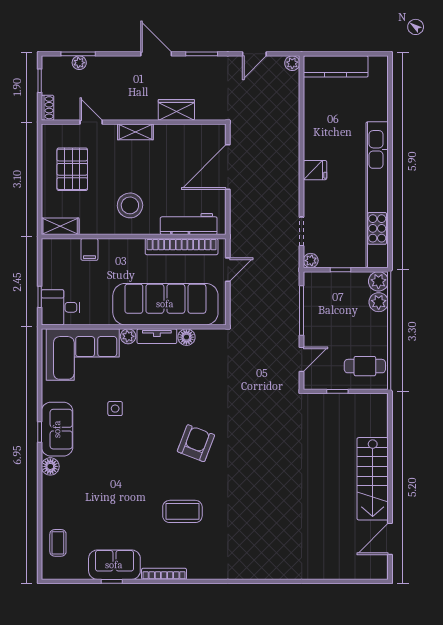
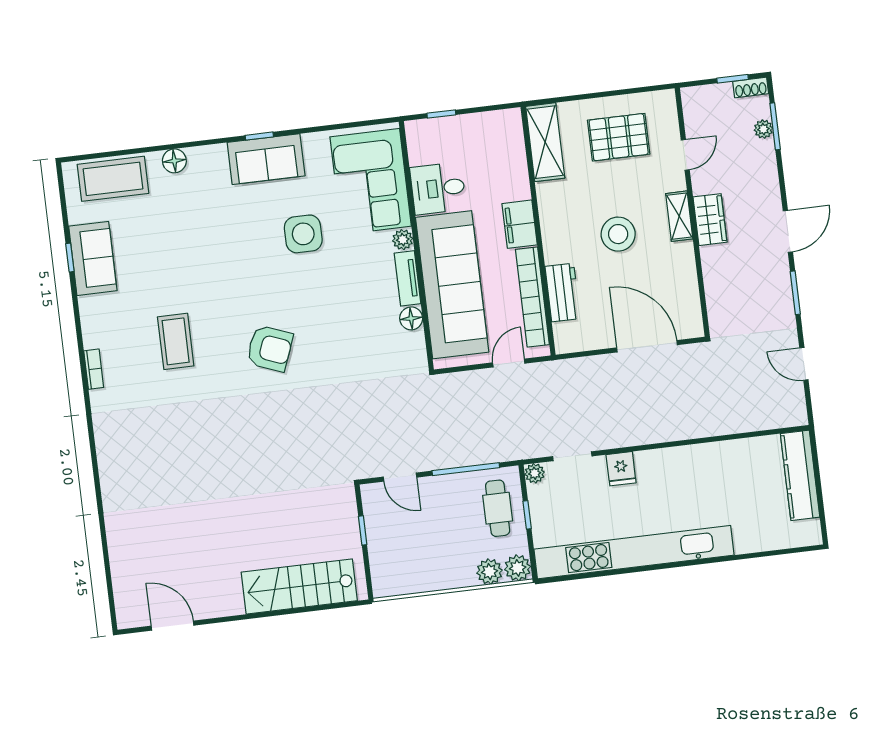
plant: (292, 63) -> (797, 416), removed
shoe rack: (48, 108) -> (751, 87), moved
wardrobe: (176, 110) -> (710, 220), moved
fridge: (315, 170) -> (621, 469), moved
stool: (130, 205) -> (618, 234), moved
workbench: (189, 224) -> (563, 292), width x0.73
shelving: (60, 226) -> (545, 142), width x1.50, depth x1.33
filing cabinet: (89, 249) -> (520, 224), moved, width x2.00
door: (228, 270) -> (509, 363), swing flipped
desk: (61, 307) -> (438, 188), moved, turned -90
cafe table: (365, 366) -> (498, 508), moved
side table: (115, 409) -> (303, 234), width x1.87, depth x1.87
floor lamp: (50, 466) -> (174, 161), moved
stairs: (373, 479) -> (299, 586), moved
coffee table: (58, 543) -> (113, 179), width x1.86, depth x1.72
bookcase: (164, 574) -> (94, 369), moved, width x0.64

